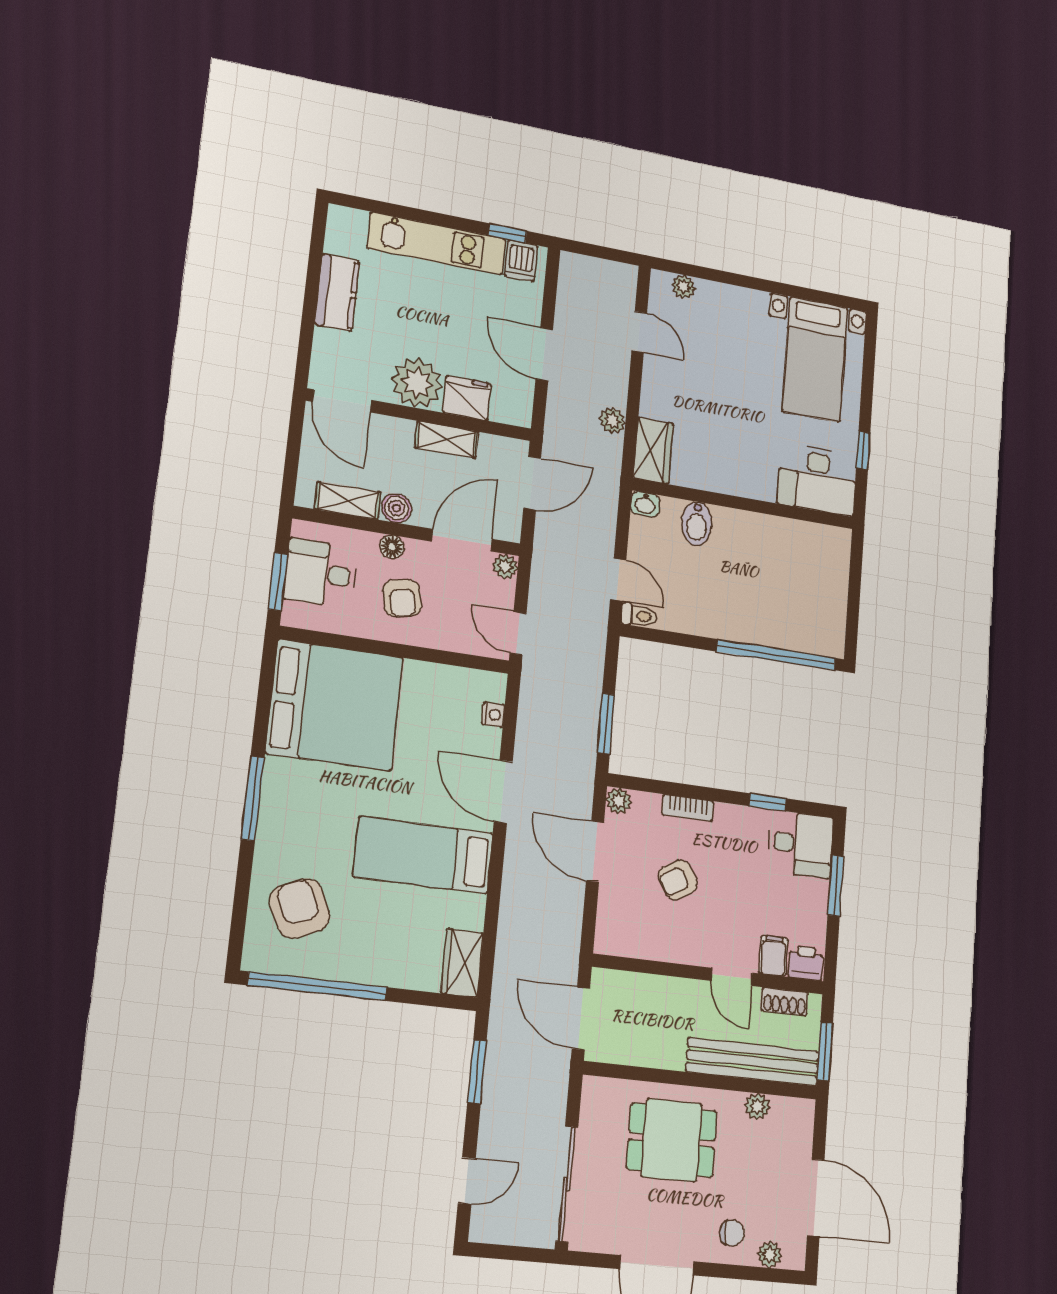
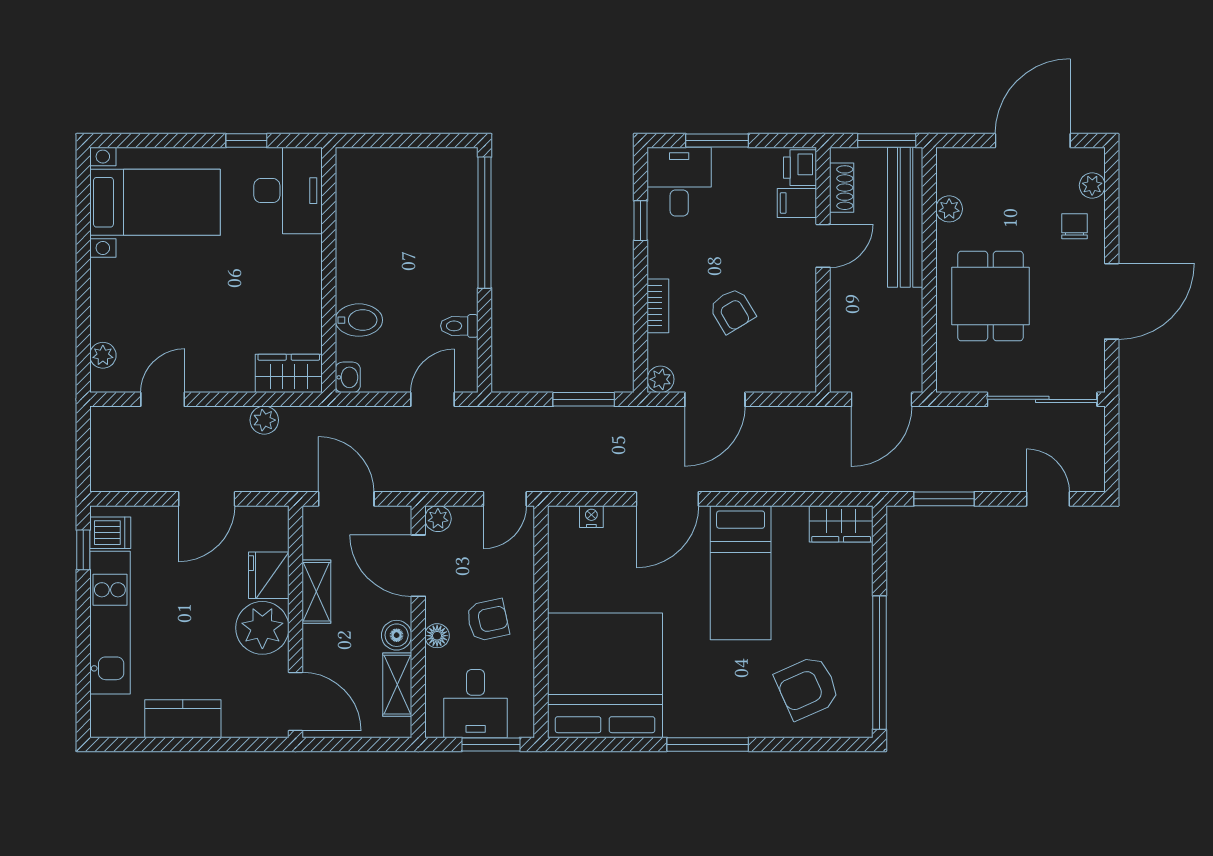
door: (342, 401) -> (295, 701), hinge flipped
toilet: (639, 616) -> (459, 326), moved, turned -90

